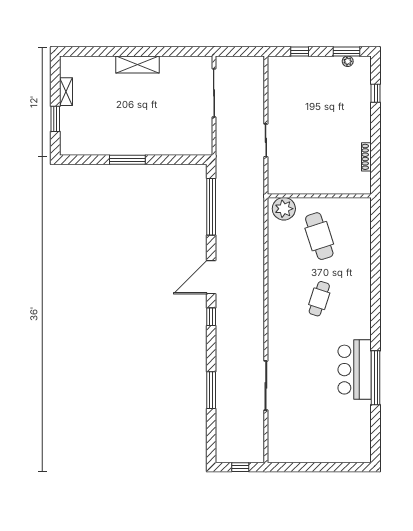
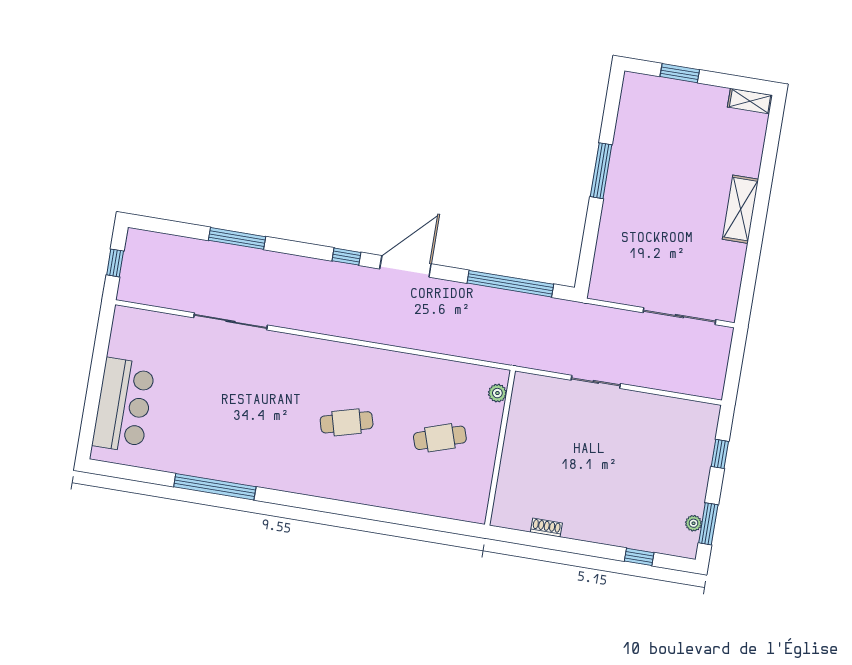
shelving: (66, 92) -> (750, 101), moved
shoe rack: (366, 157) -> (546, 528), width x0.70
plant: (284, 209) -> (497, 393), width x0.53, depth x0.53
cafe table: (319, 236) -> (440, 438), width x0.73, depth x0.74
door: (211, 277) -> (405, 266), hinge flipped
cafe table: (319, 299) -> (347, 422), turned -33
bar counter: (355, 370) -> (124, 405), moved, turned 90

